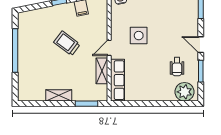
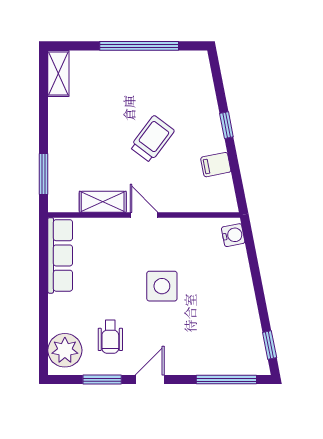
side table: (139, 36) -> (162, 286), moved
wheelchair: (177, 67) -> (110, 337), turned -90
row of seats: (117, 80) -> (60, 255), moved, turned -90
shelving: (59, 95) -> (58, 74), moved

